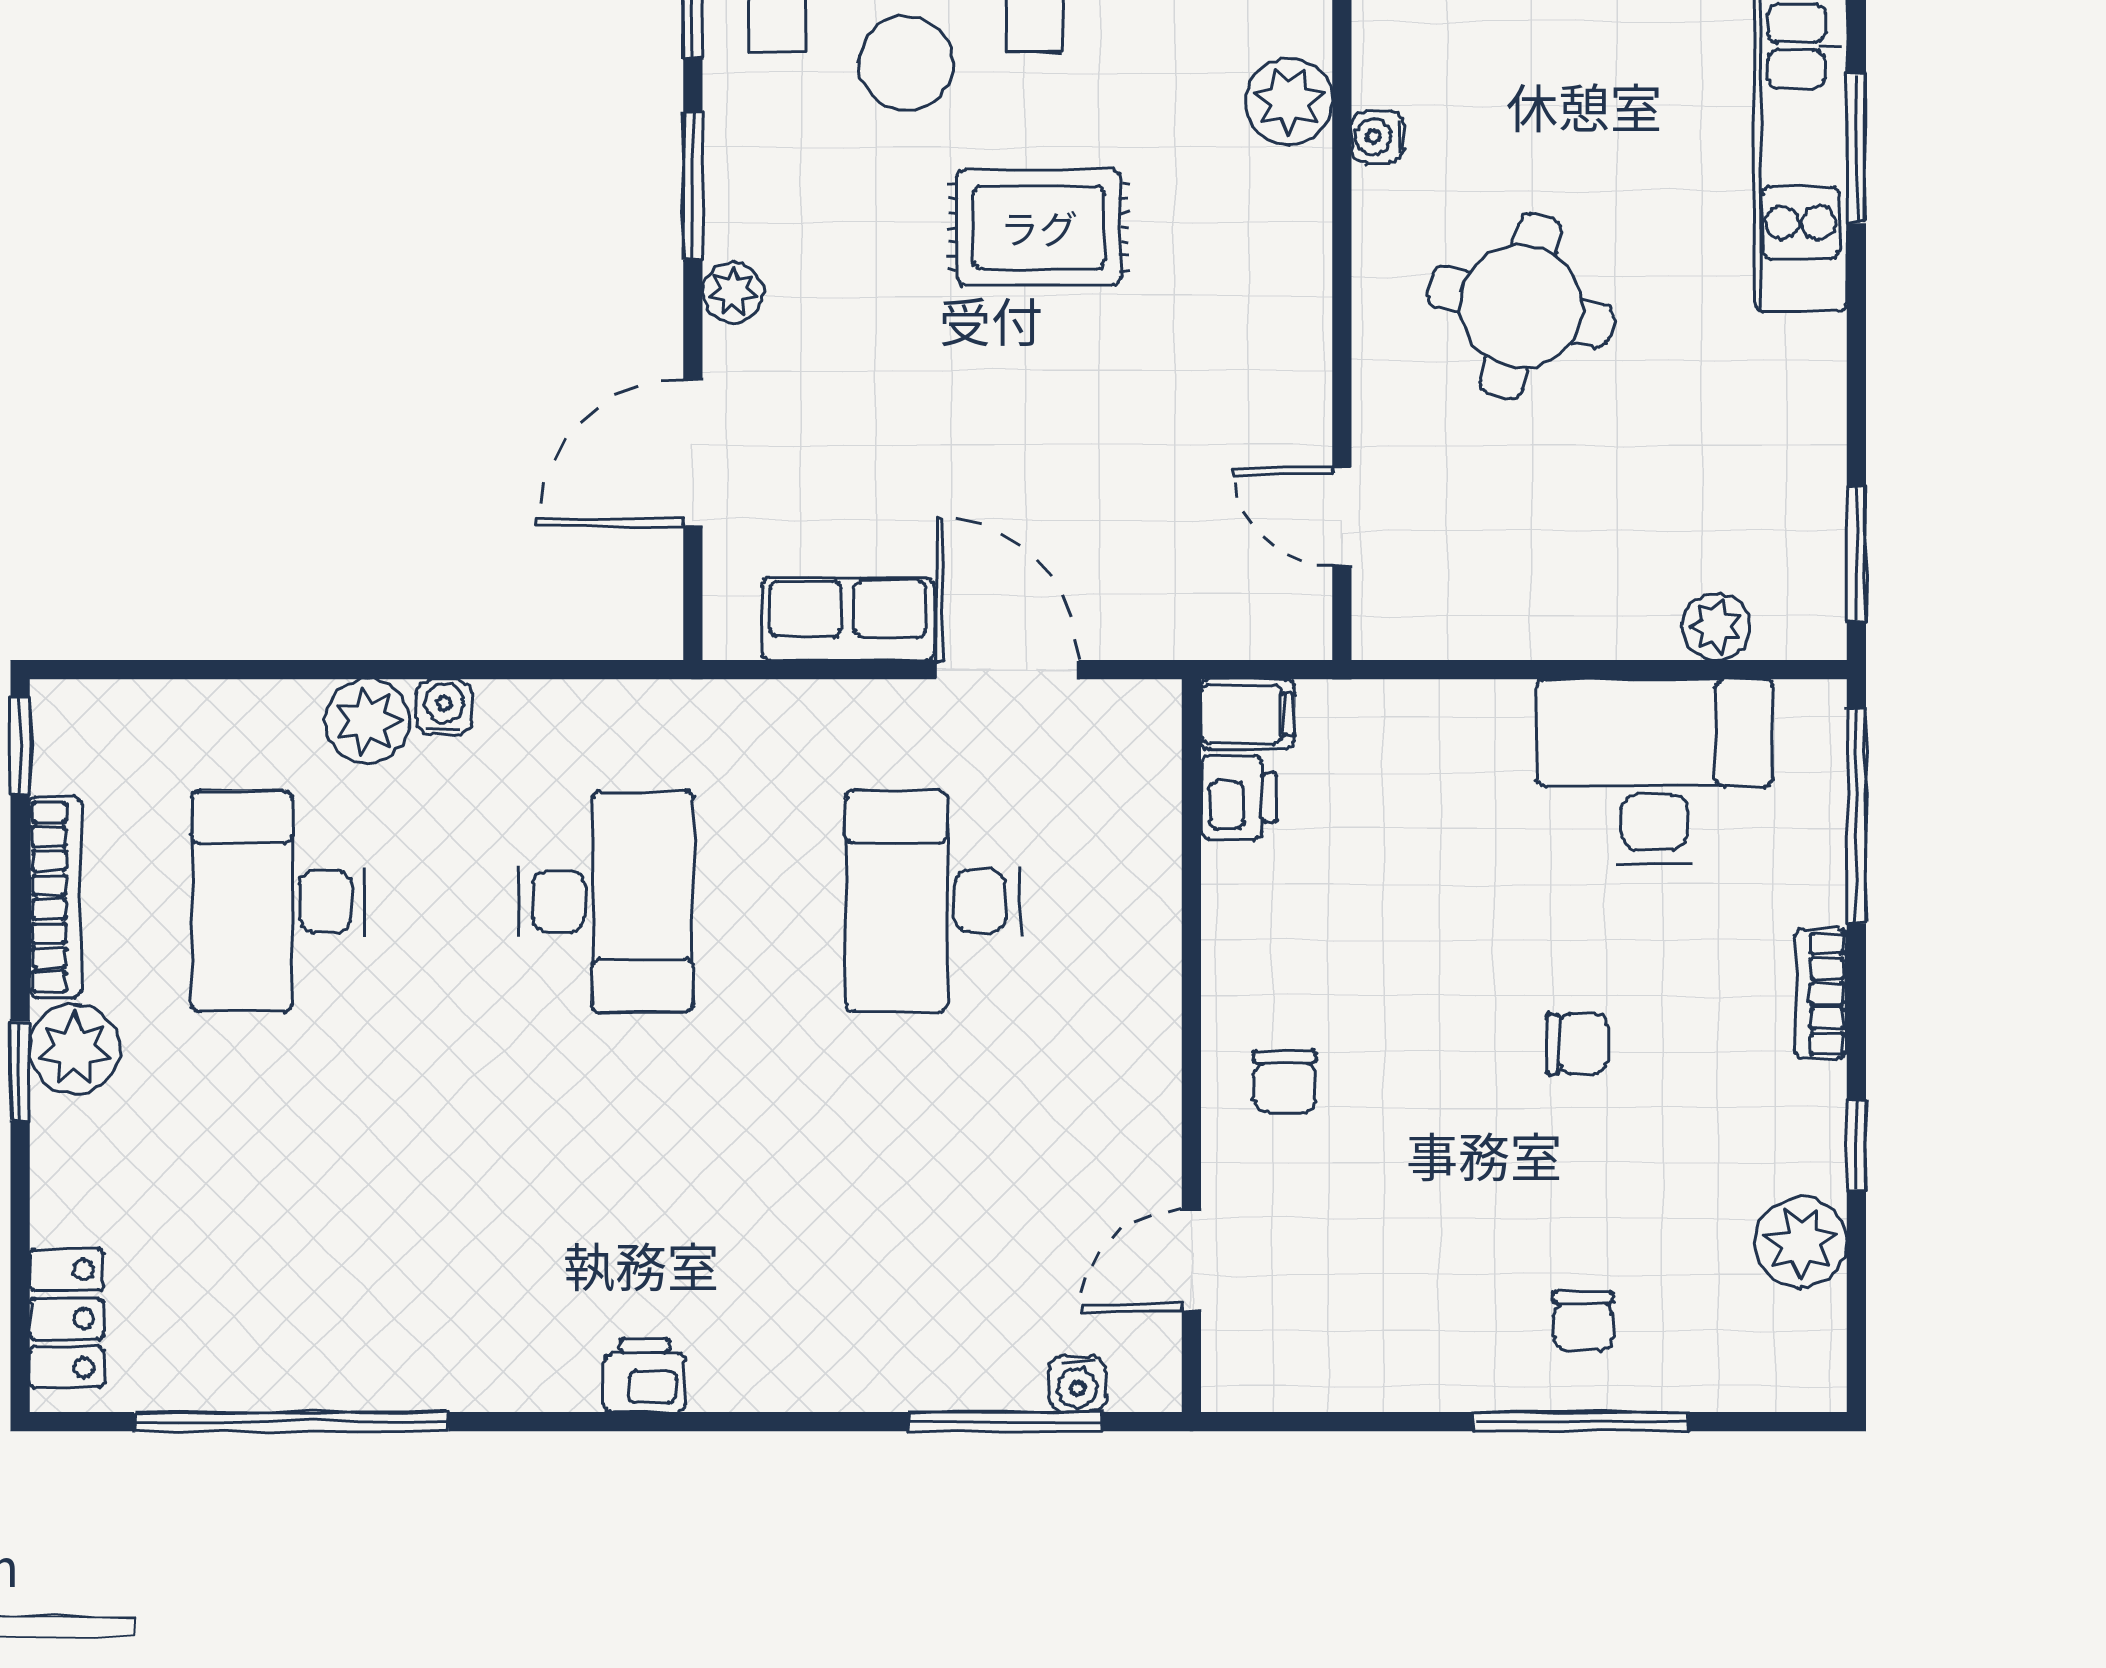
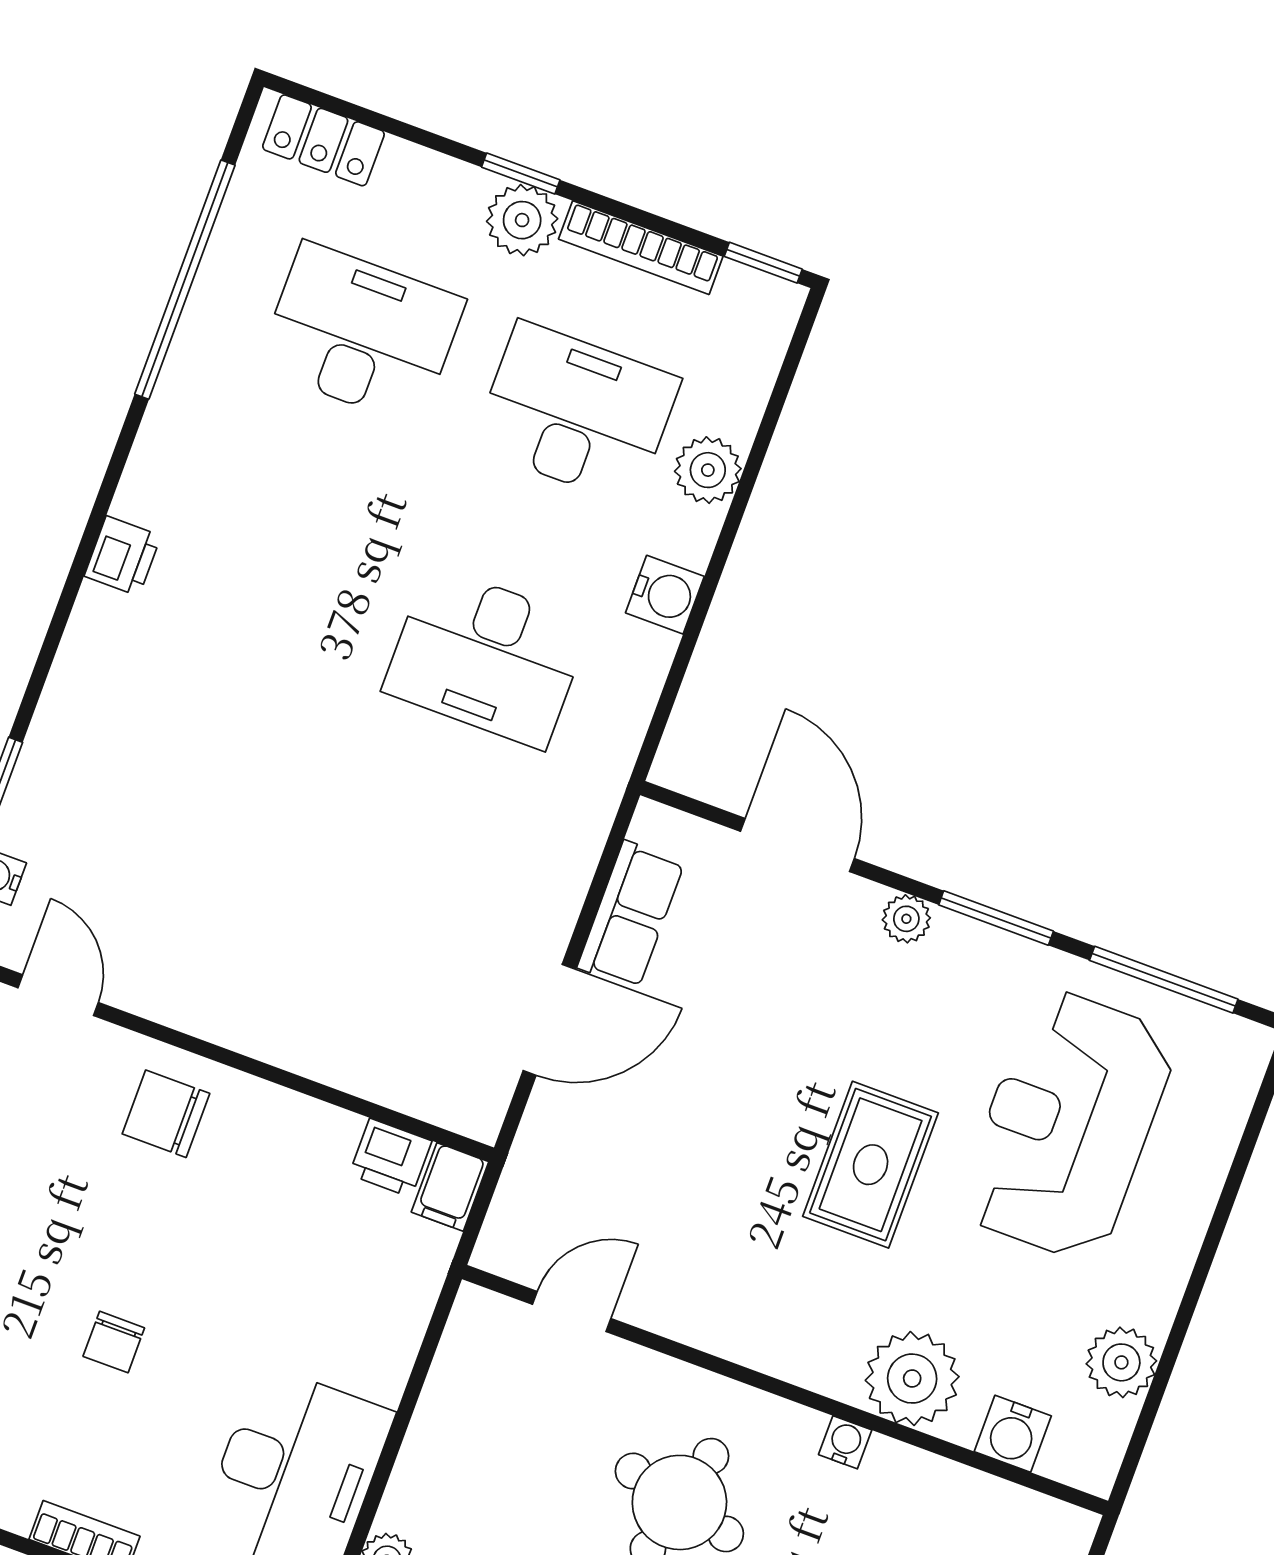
plant: (1289, 101) -> (912, 1379), width x1.36, depth x1.36
water cooler: (444, 707) -> (665, 595), width x1.38, depth x1.38
plant: (368, 721) -> (708, 470), moved
desk: (933, 901) -> (361, 334), moved
chair: (1285, 1082) -> (166, 1114), width x1.37, depth x1.37

